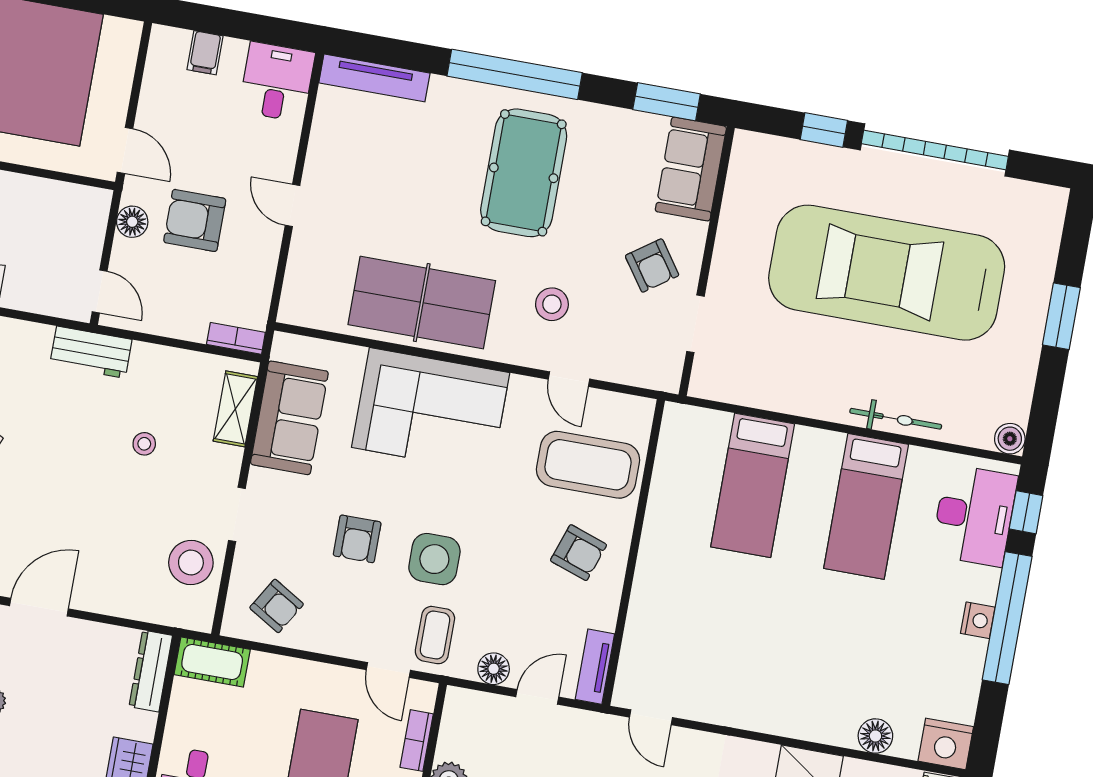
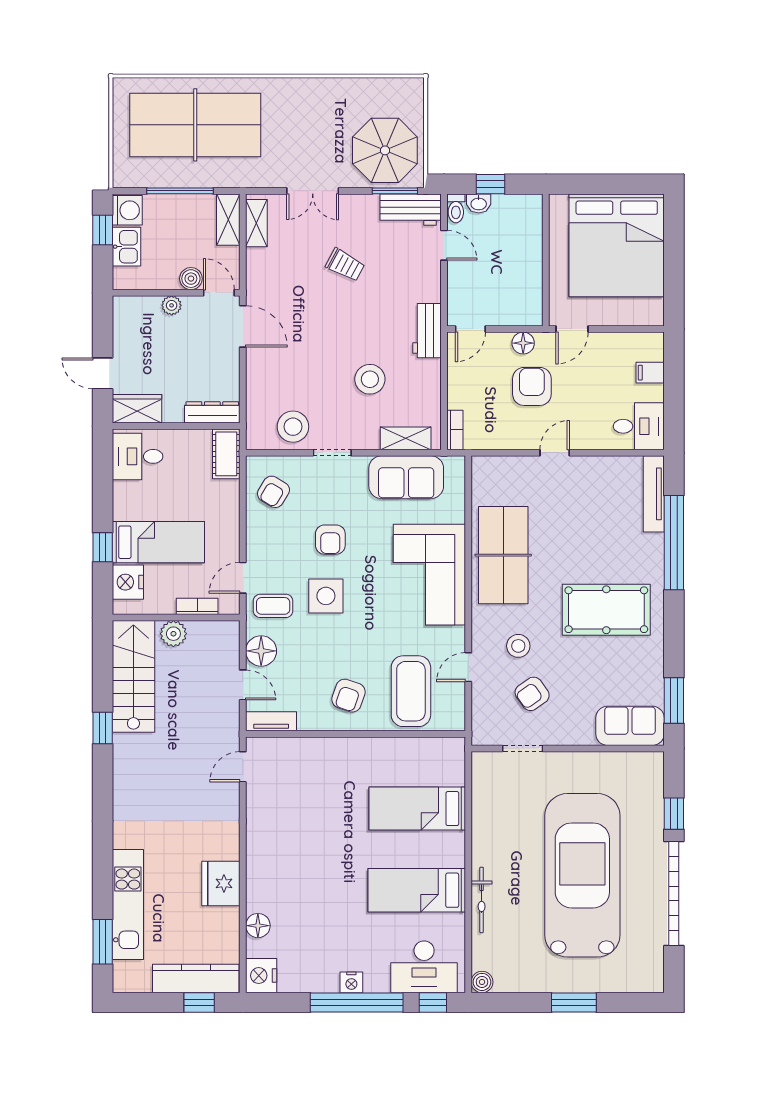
window: (515, 74) -> (674, 543), moved
armchair: (652, 266) -> (532, 694), moved
stool: (144, 444) -> (370, 379), width x1.89, depth x1.89
armchair: (357, 539) -> (330, 540), turned -90
floor lamp: (494, 669) -> (261, 651), width x1.38, depth x1.38

